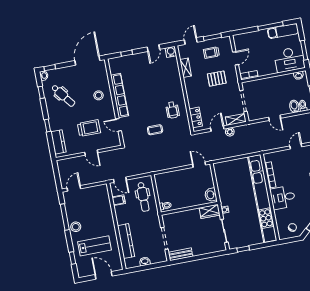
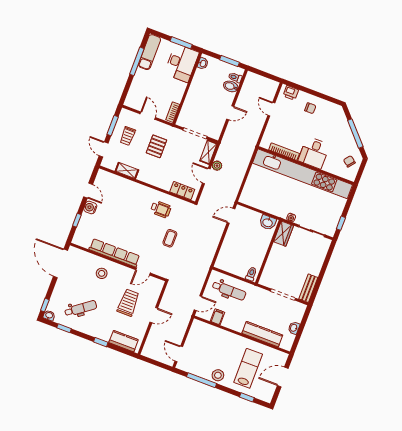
water cooler: (171, 52) -> (90, 207), moved

